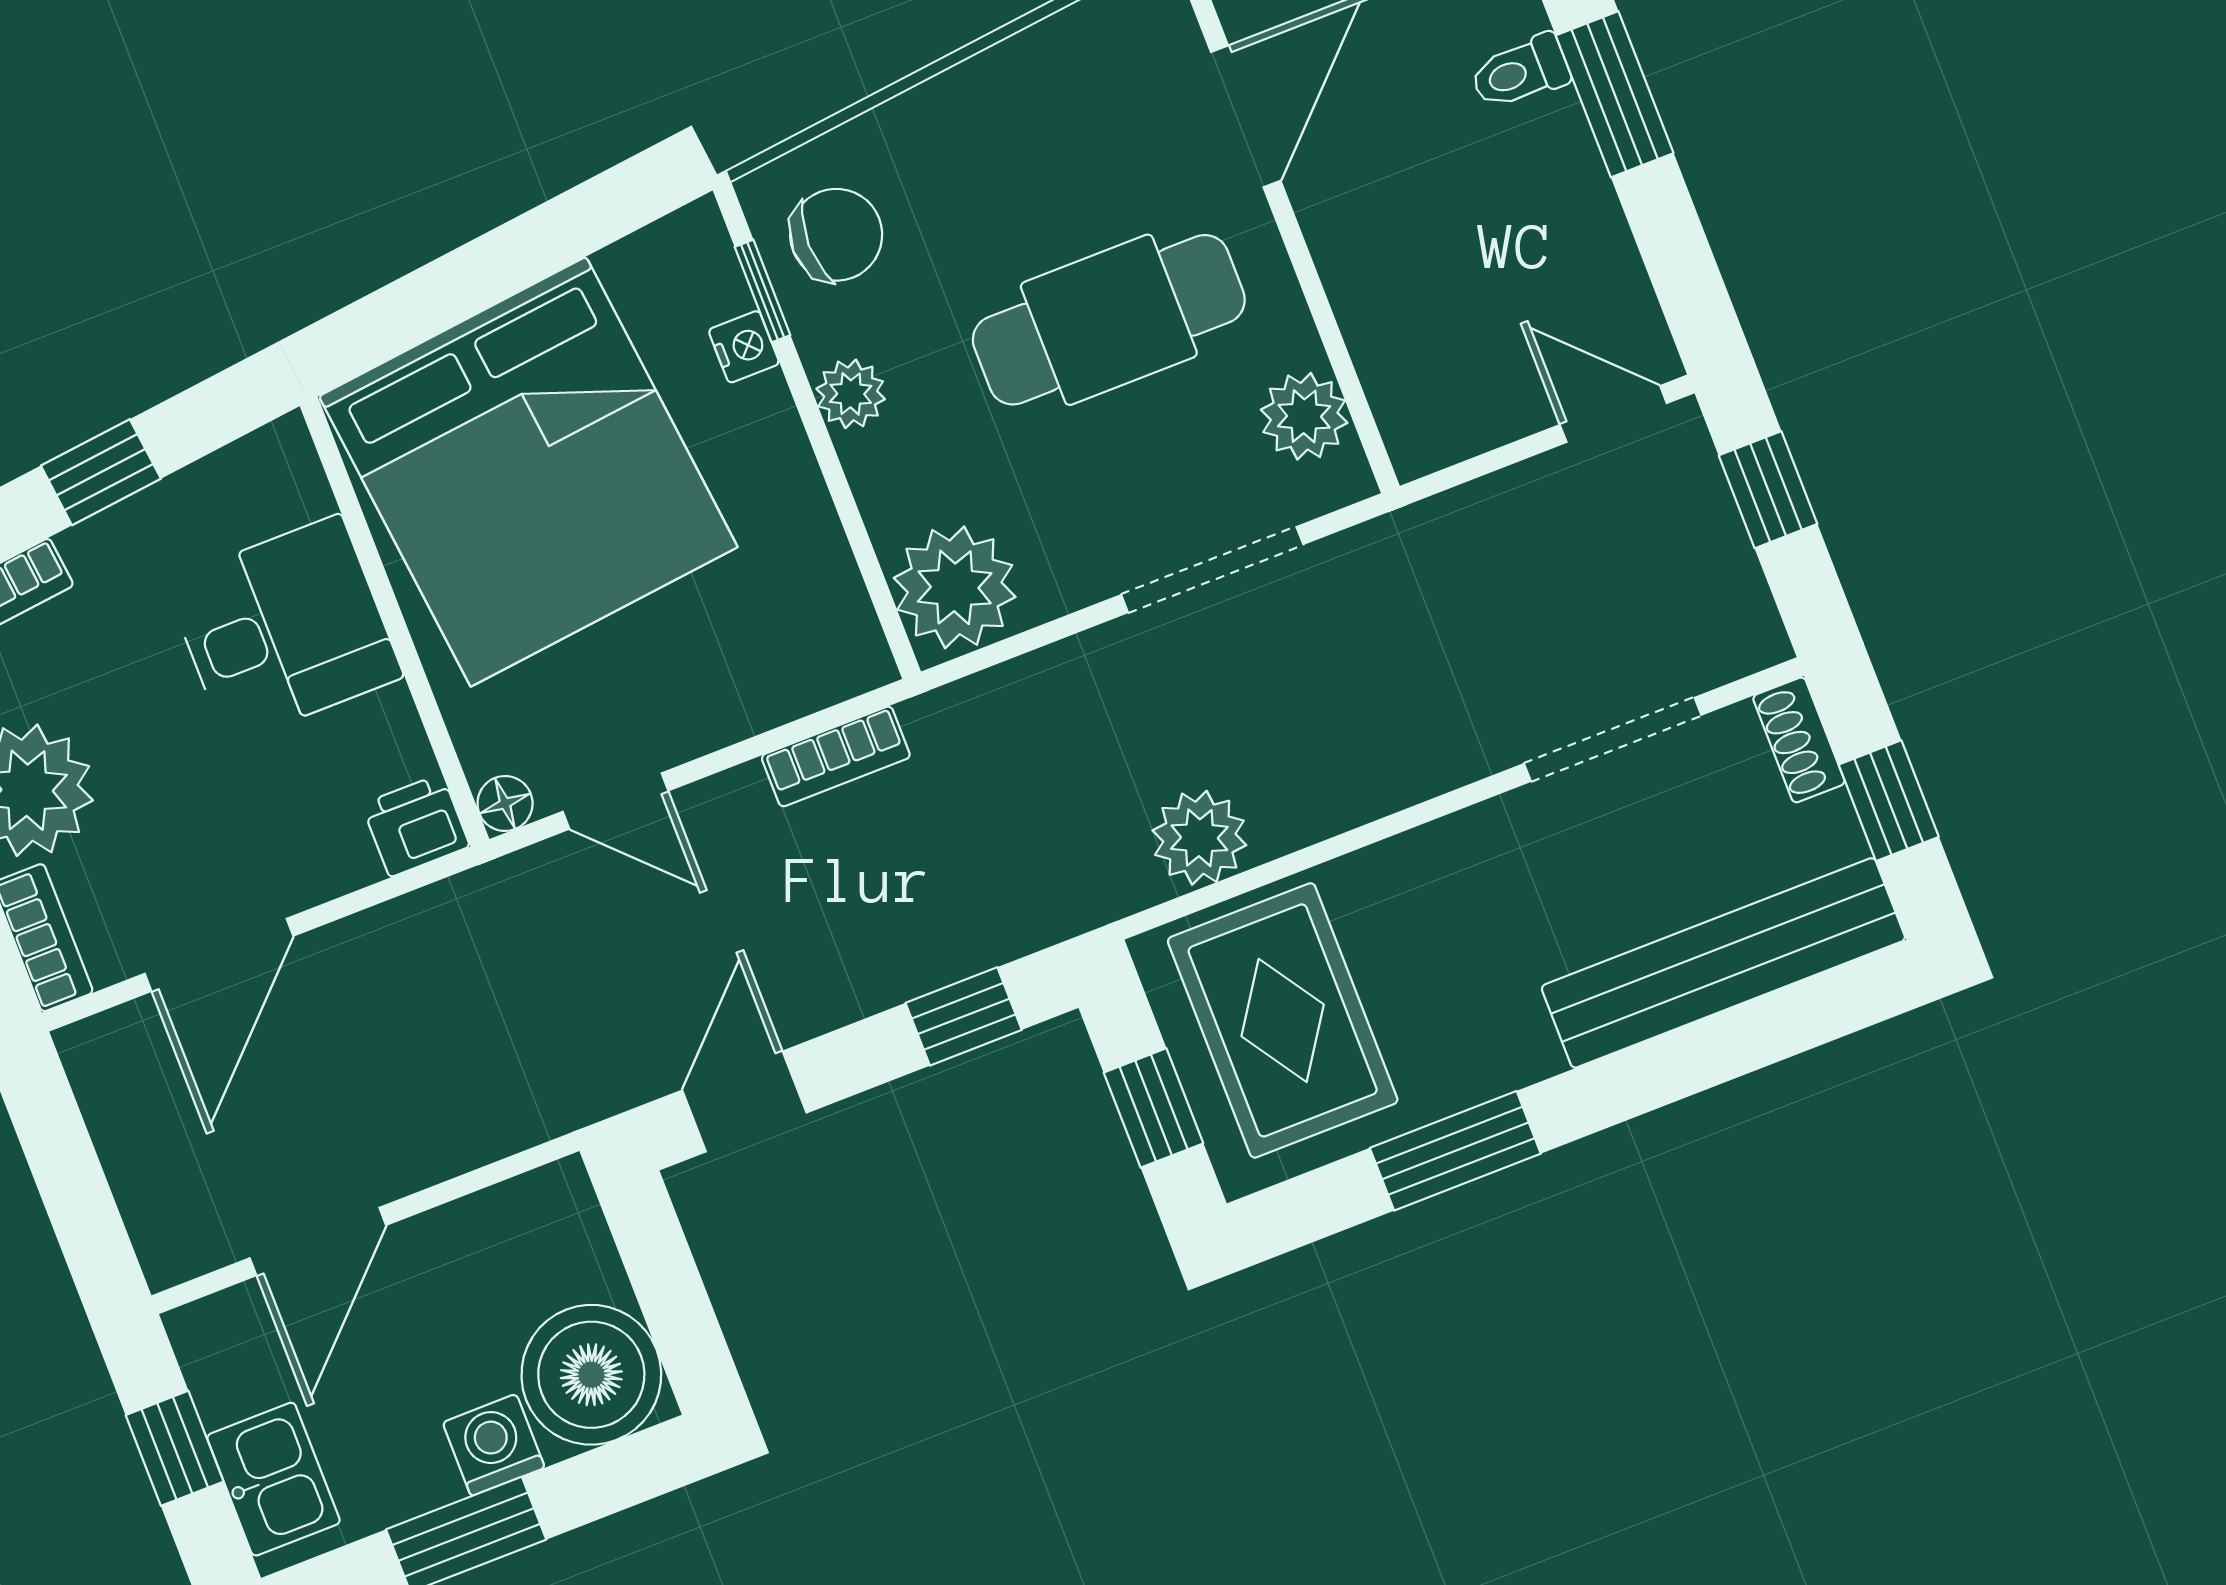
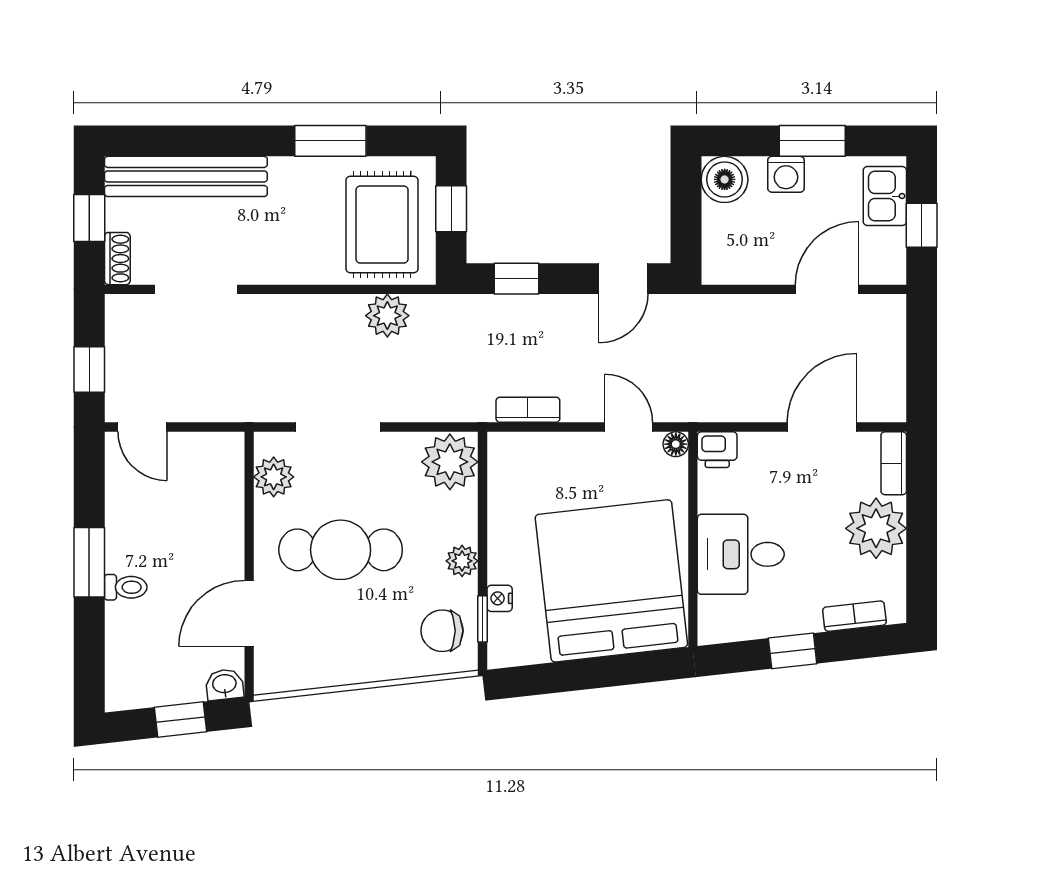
boiler: (591, 1375) -> (725, 179), width x0.73, depth x0.73

